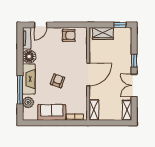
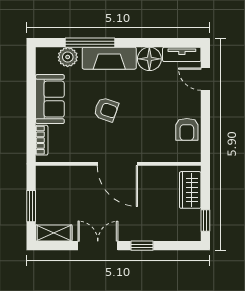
shelving: (94, 110) -> (54, 174), removed
window: (112, 123) -> (31, 206), added

